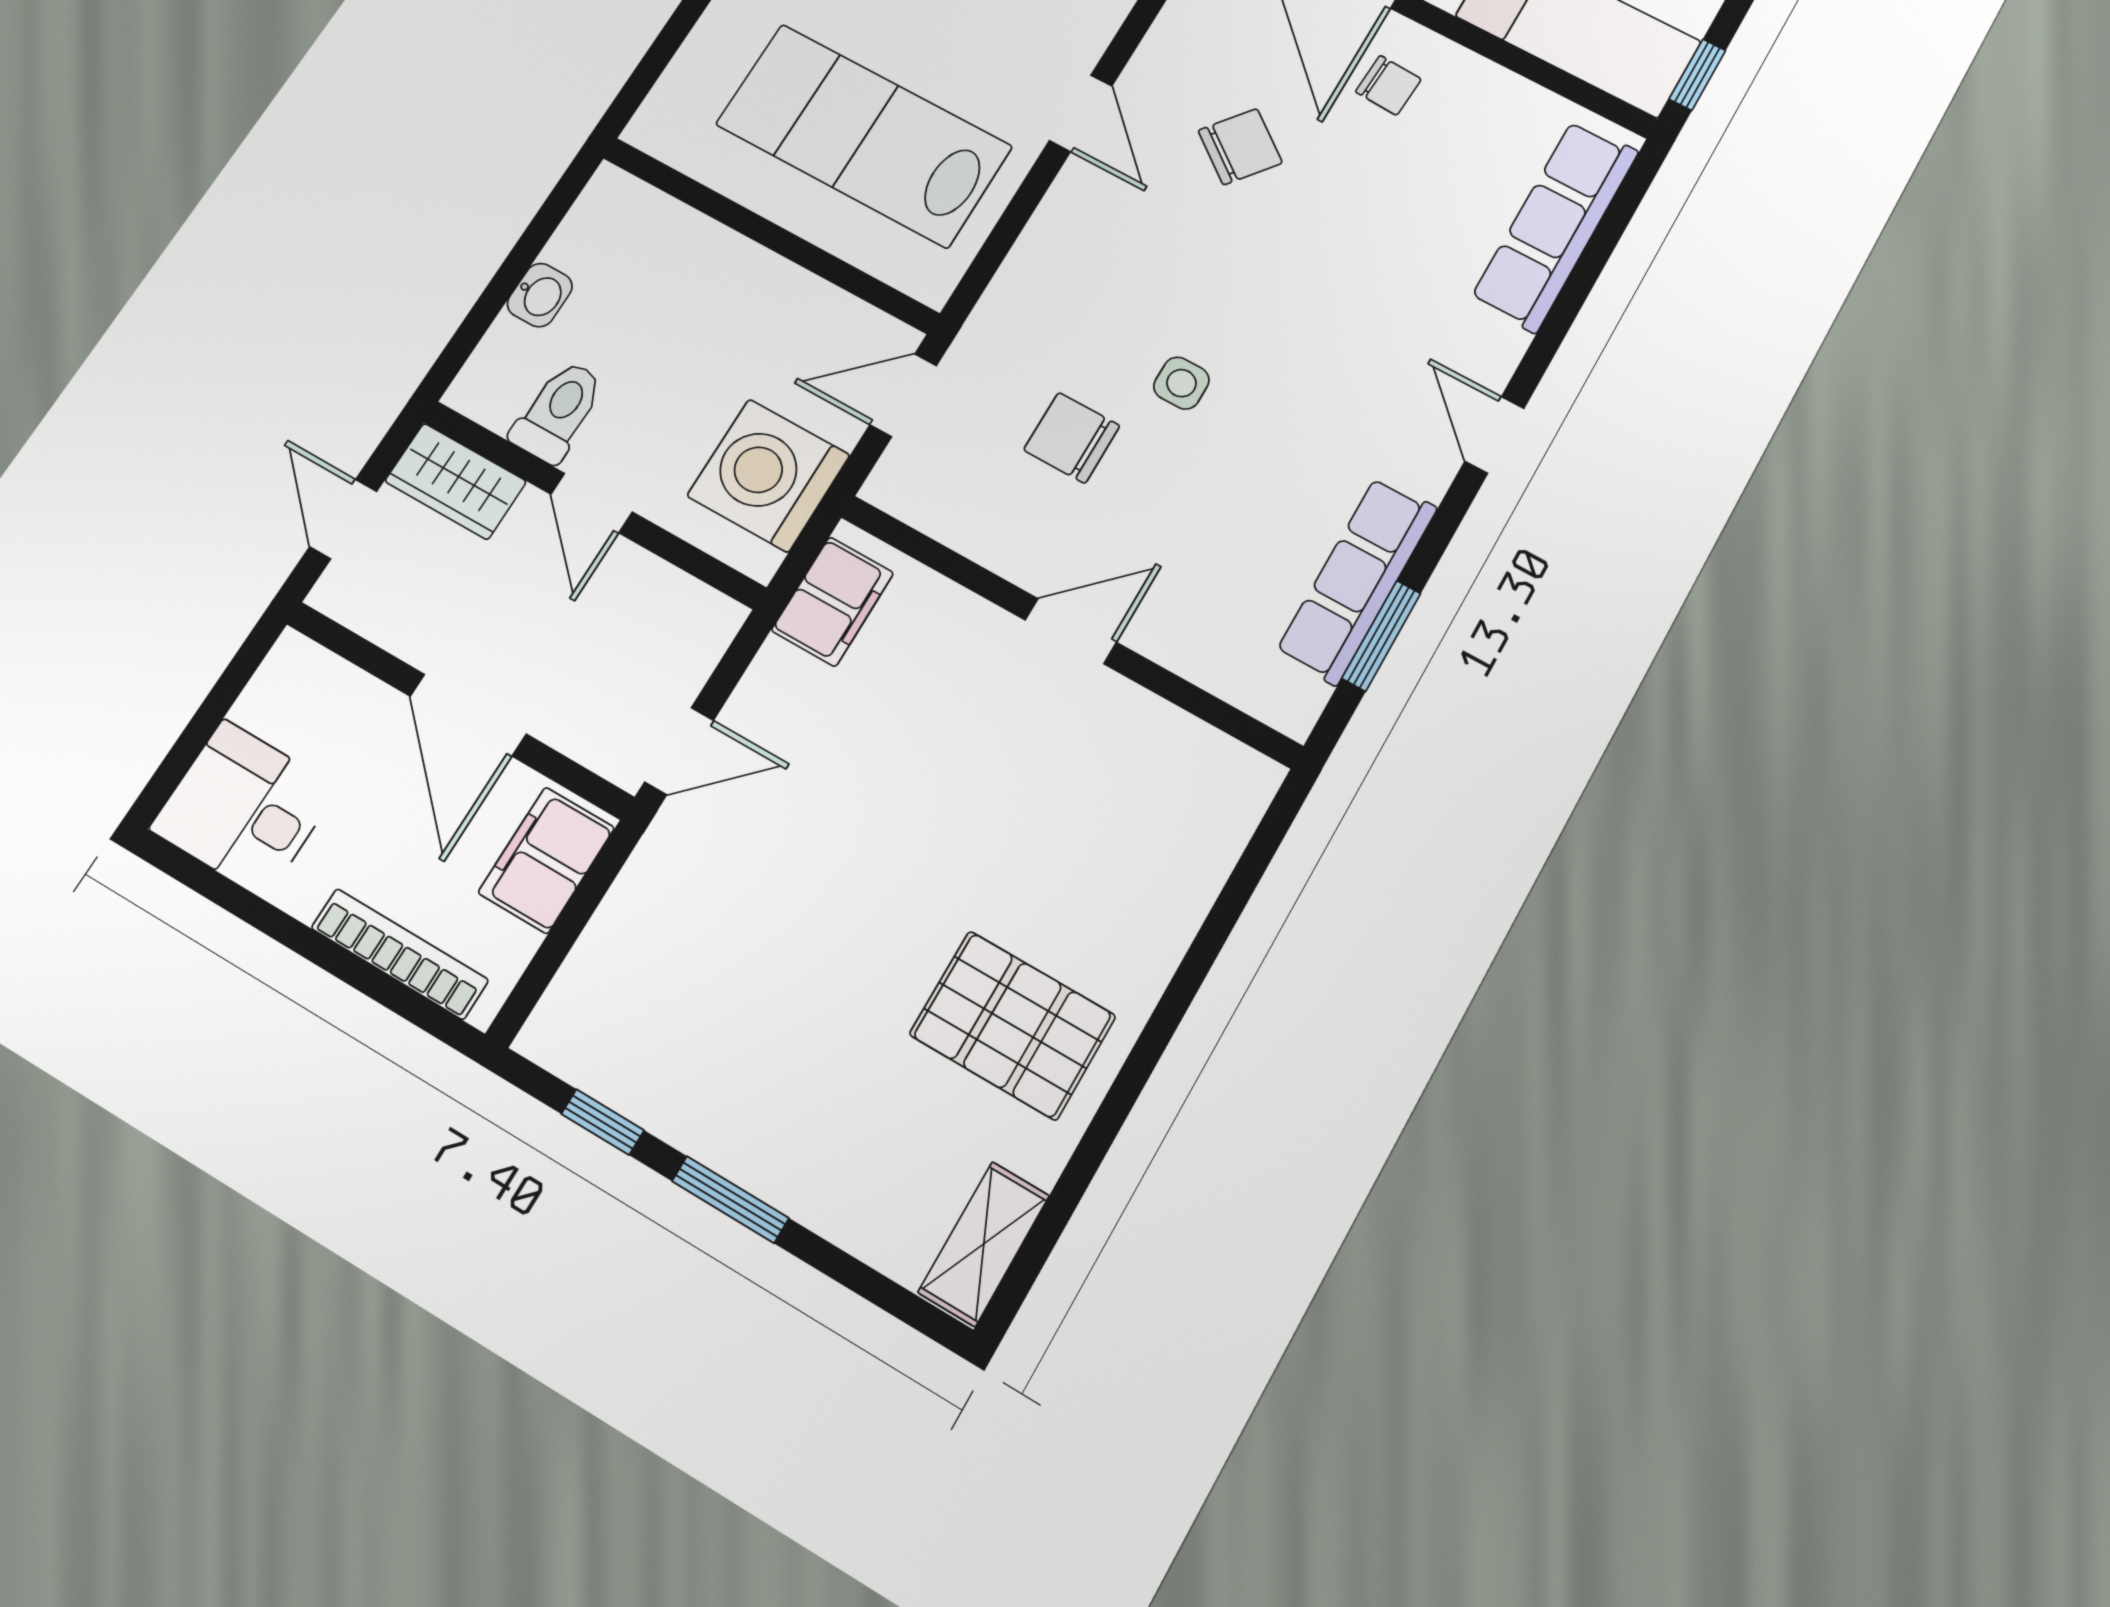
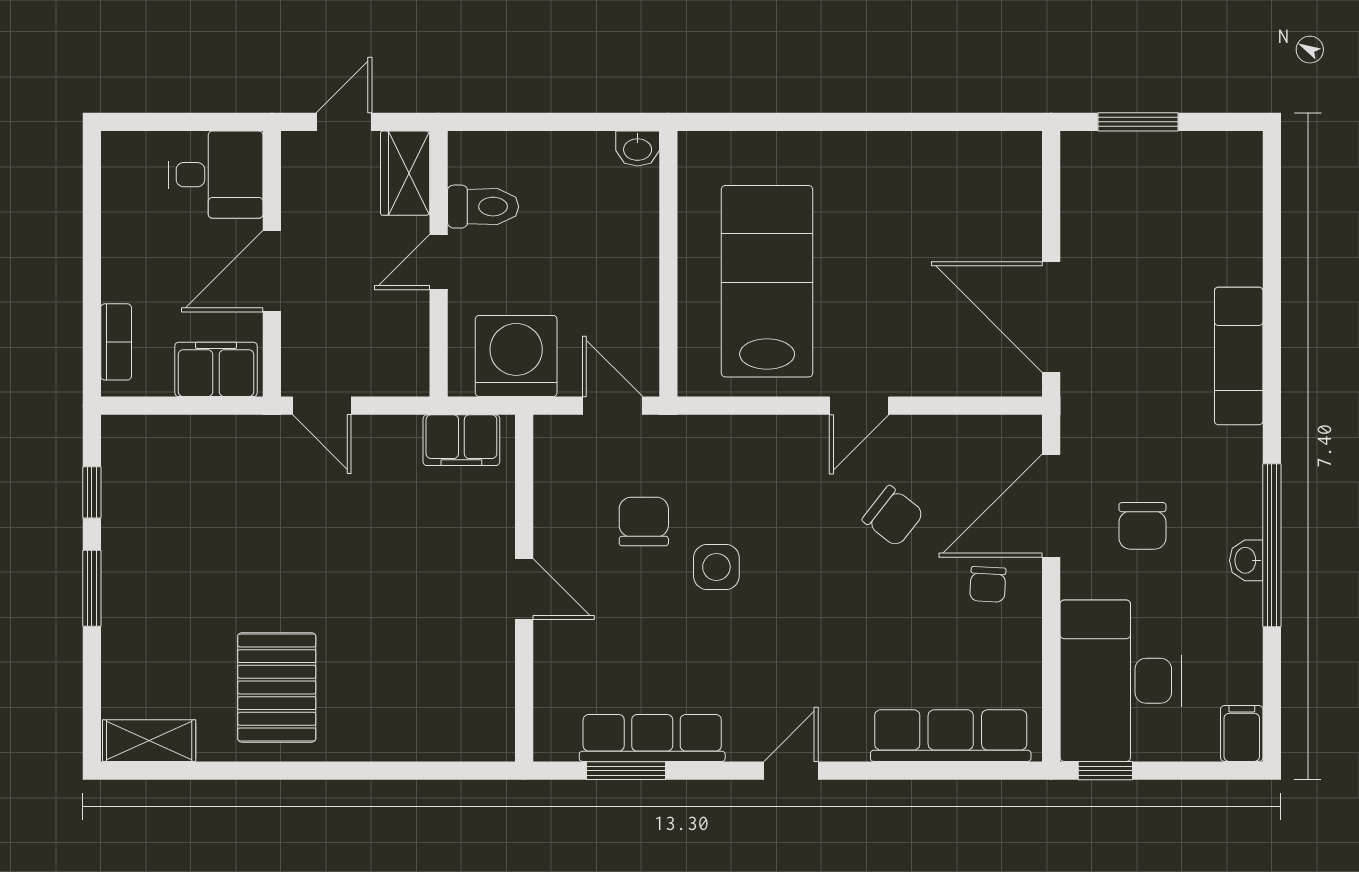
washbasin: (540, 295) -> (638, 149), moved
side table: (1181, 383) -> (716, 567), width x1.37, depth x1.37
desk: (244, 808) -> (216, 175), moved, turned 90
bookcase: (400, 954) -> (116, 342), width x0.64

